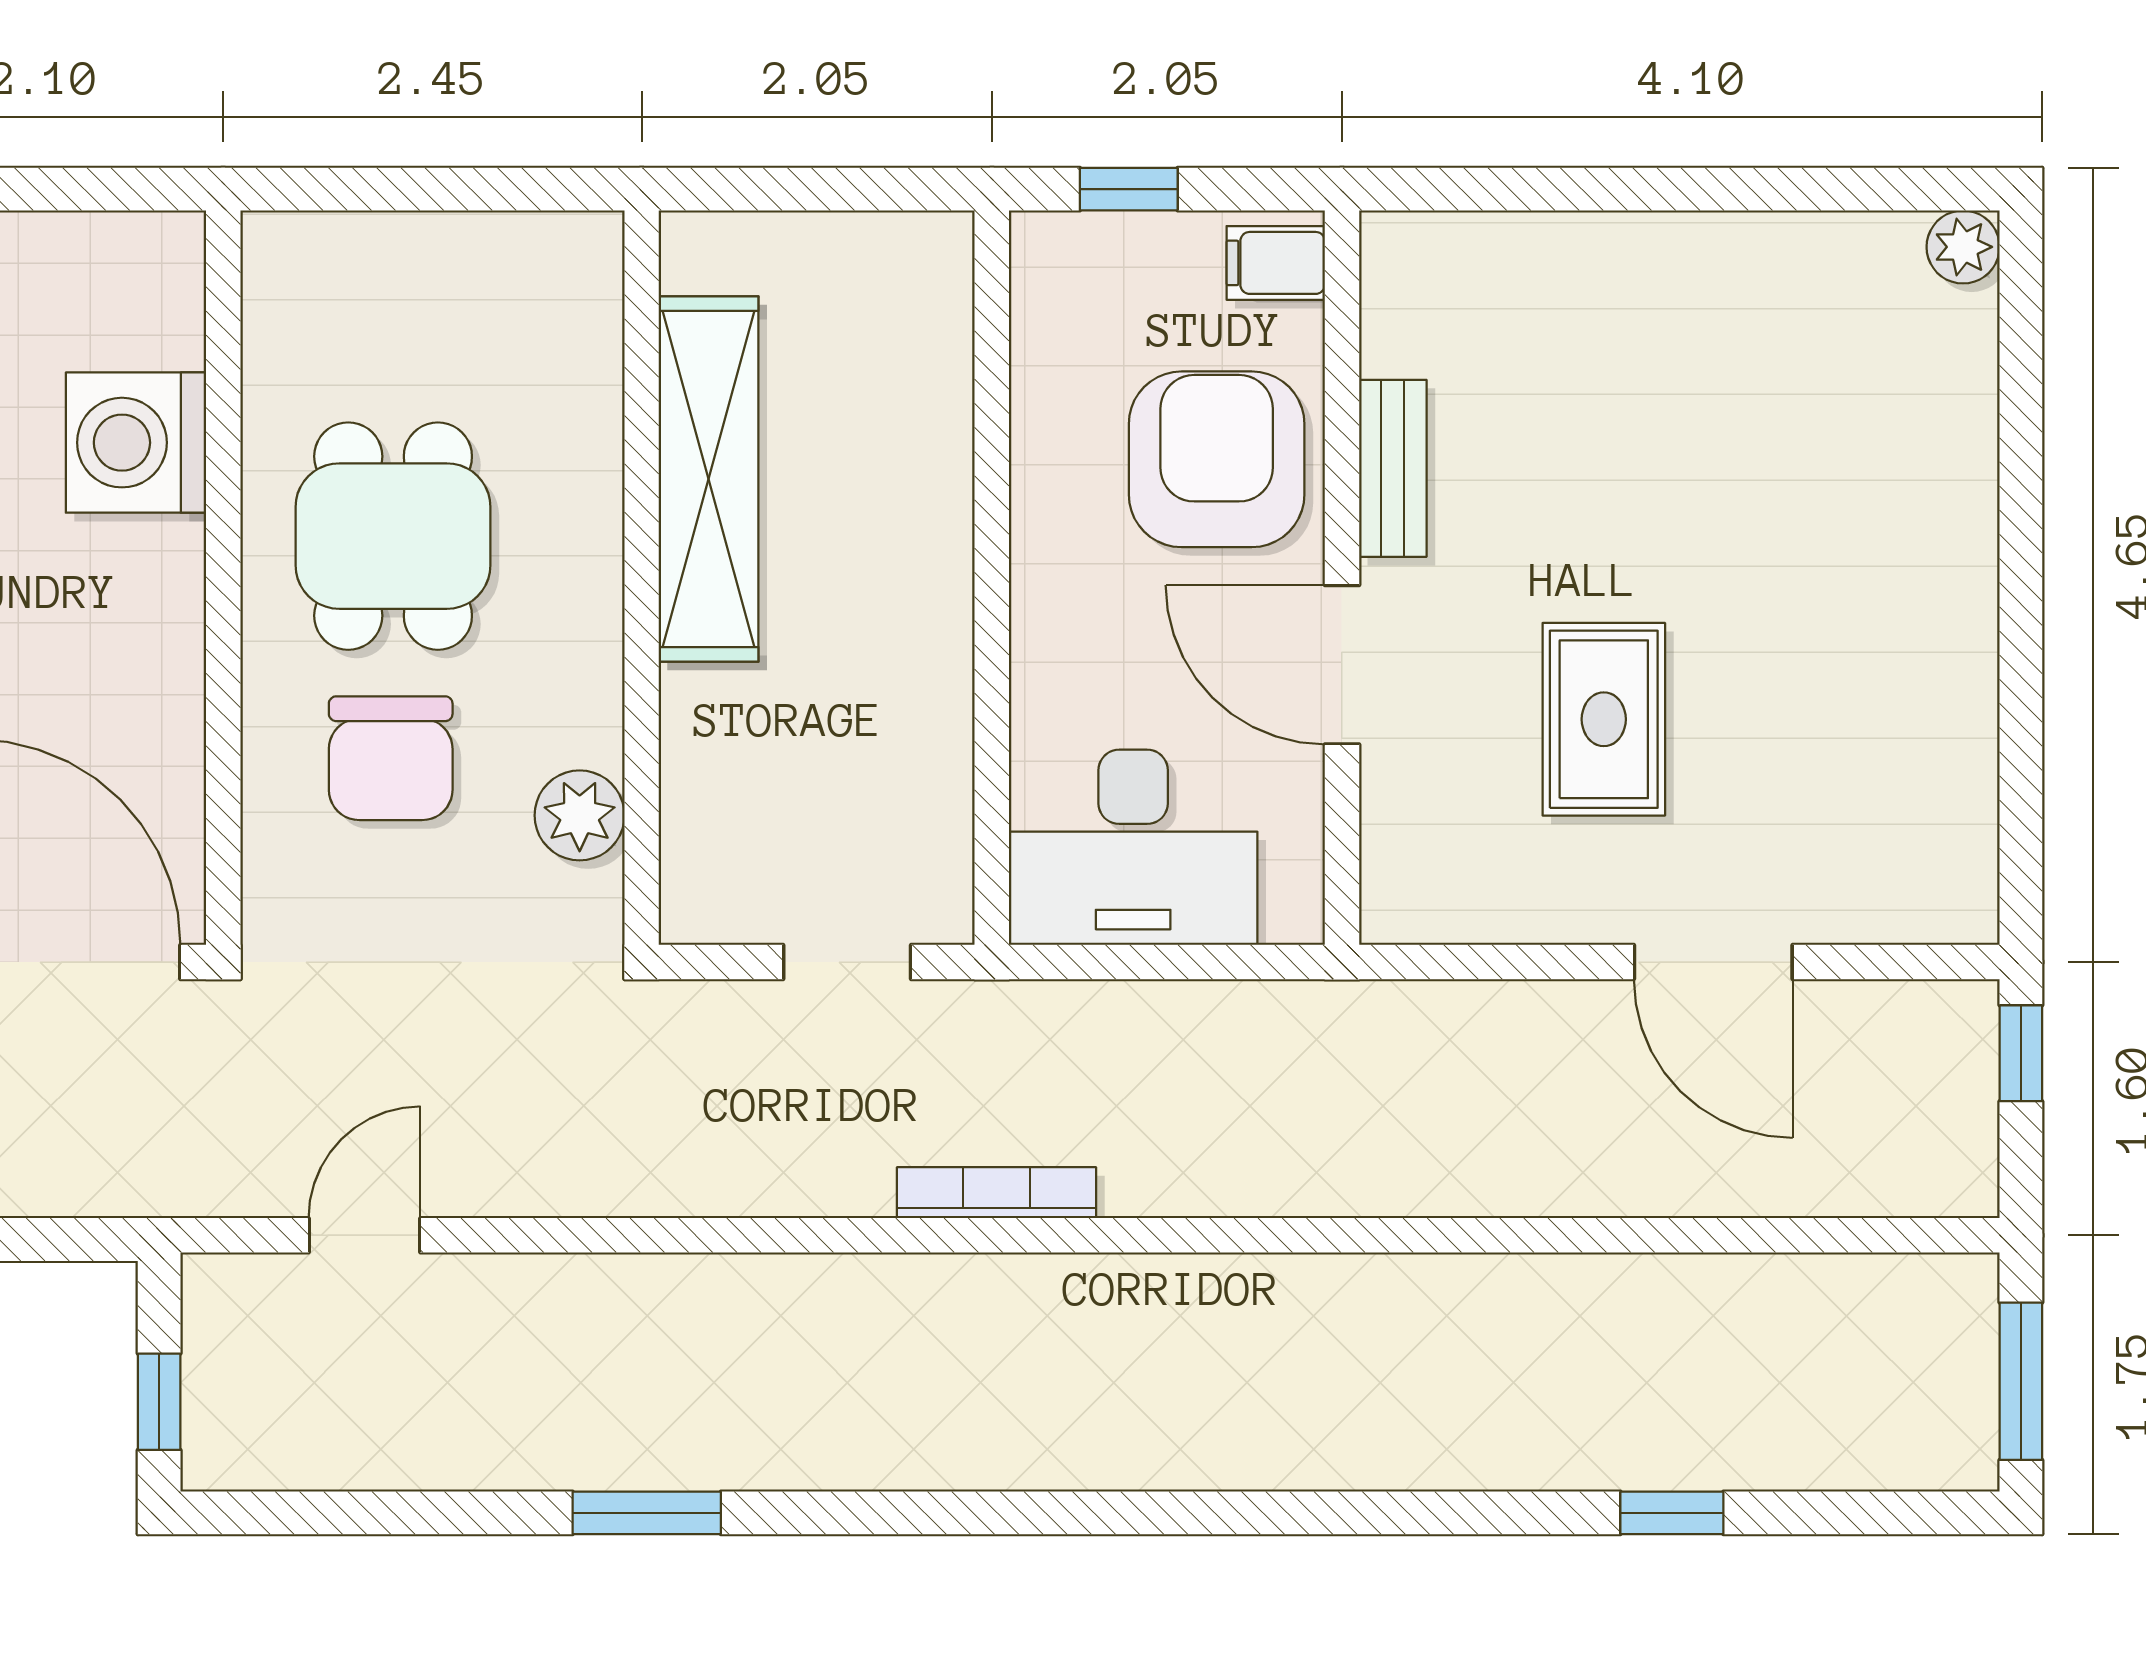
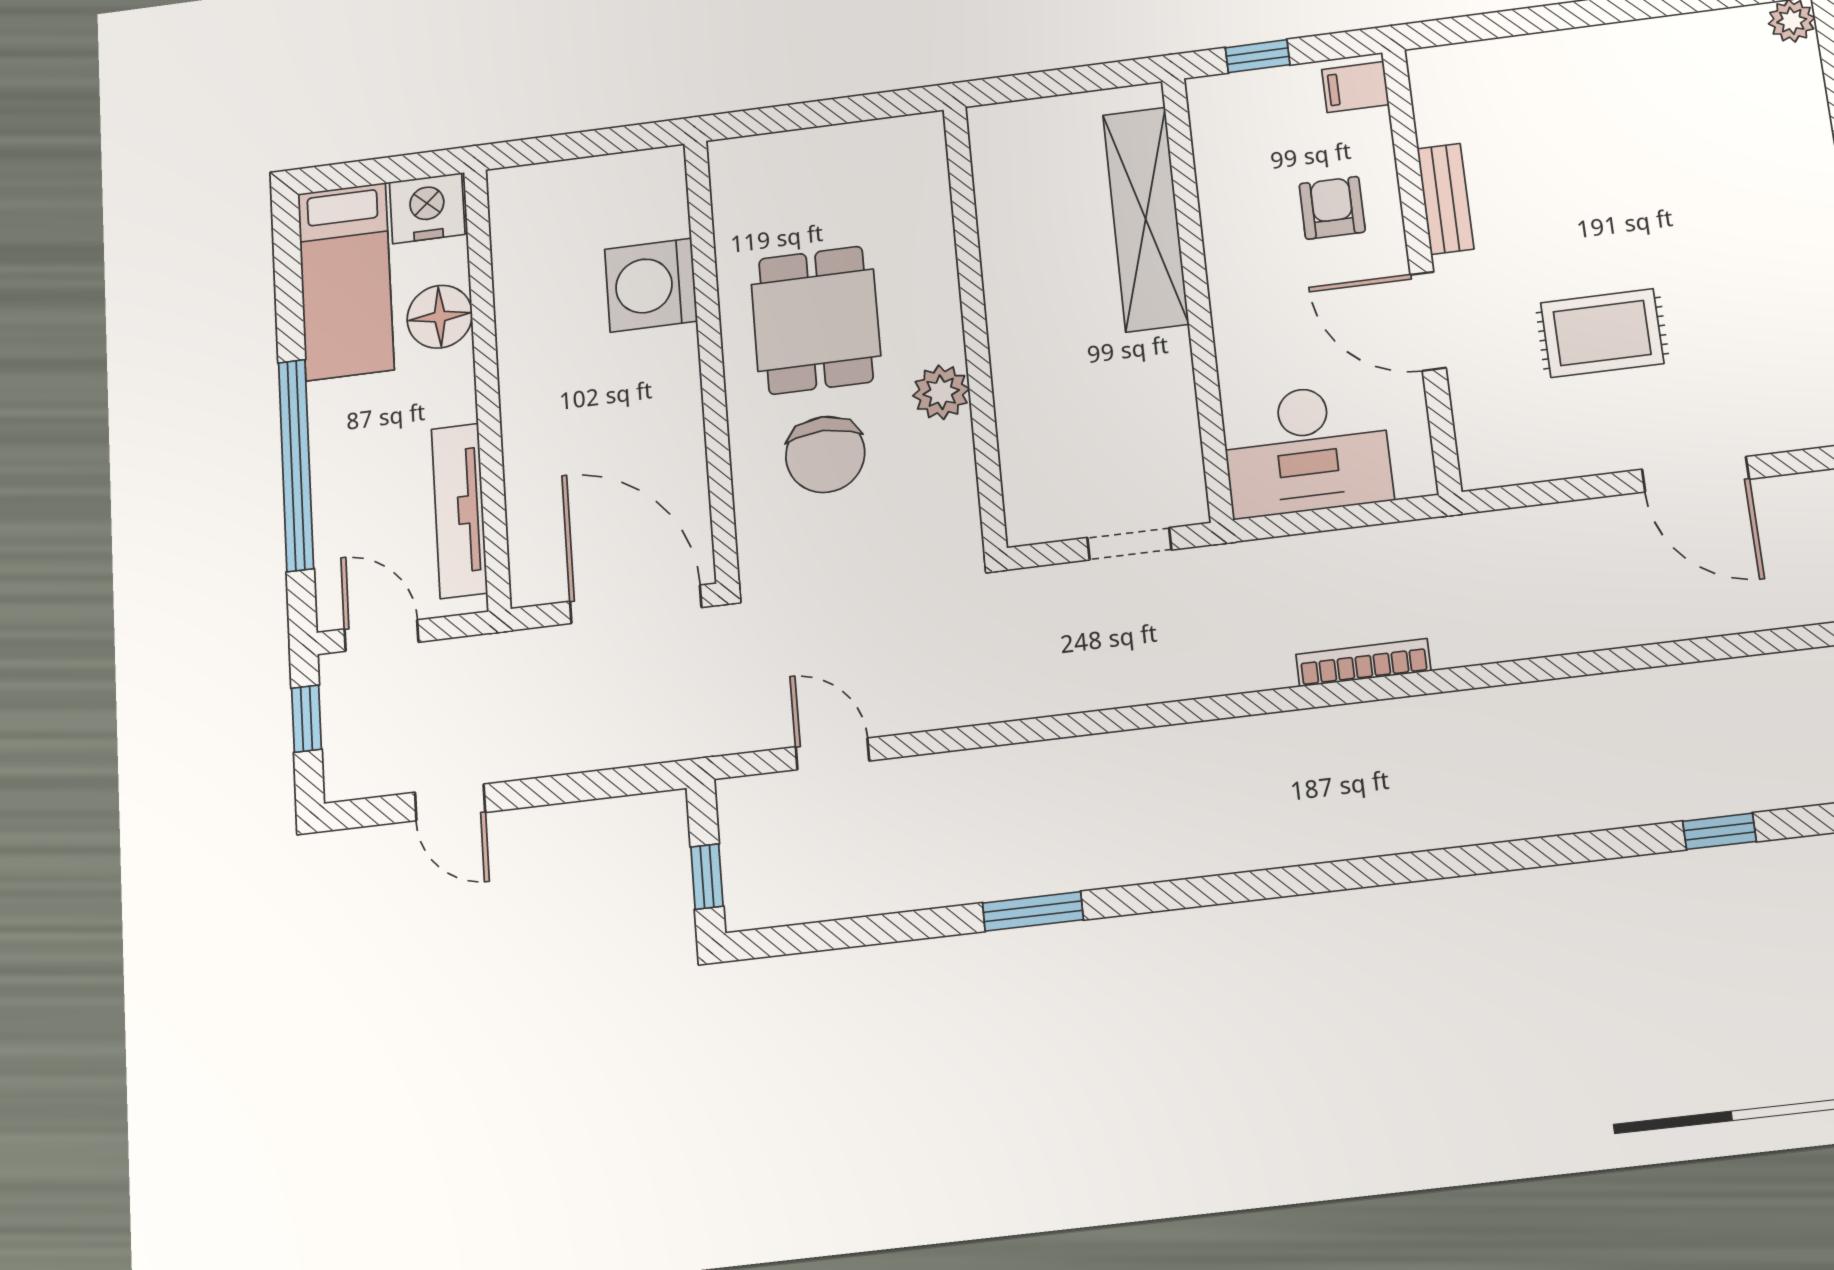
armchair: (1217, 459) -> (1332, 208), width x0.53, depth x0.53
shelving: (709, 479) -> (1146, 219), moved
rug: (1604, 719) -> (1602, 333), turned 90
plant: (580, 815) -> (941, 392), moved
bookcase: (997, 1193) -> (1363, 663), moved
door: (364, 1235) -> (832, 754), hinge flipped

